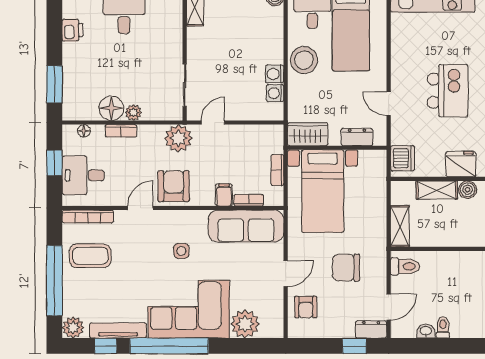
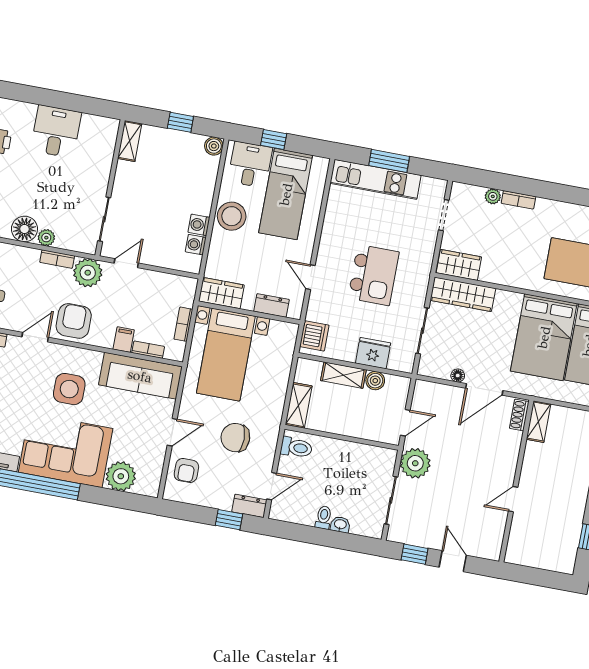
bookcase: (121, 131) -> (57, 259), moved
side table: (181, 251) -> (69, 389), width x1.87, depth x1.87
washbasin: (426, 331) -> (340, 525), moved

